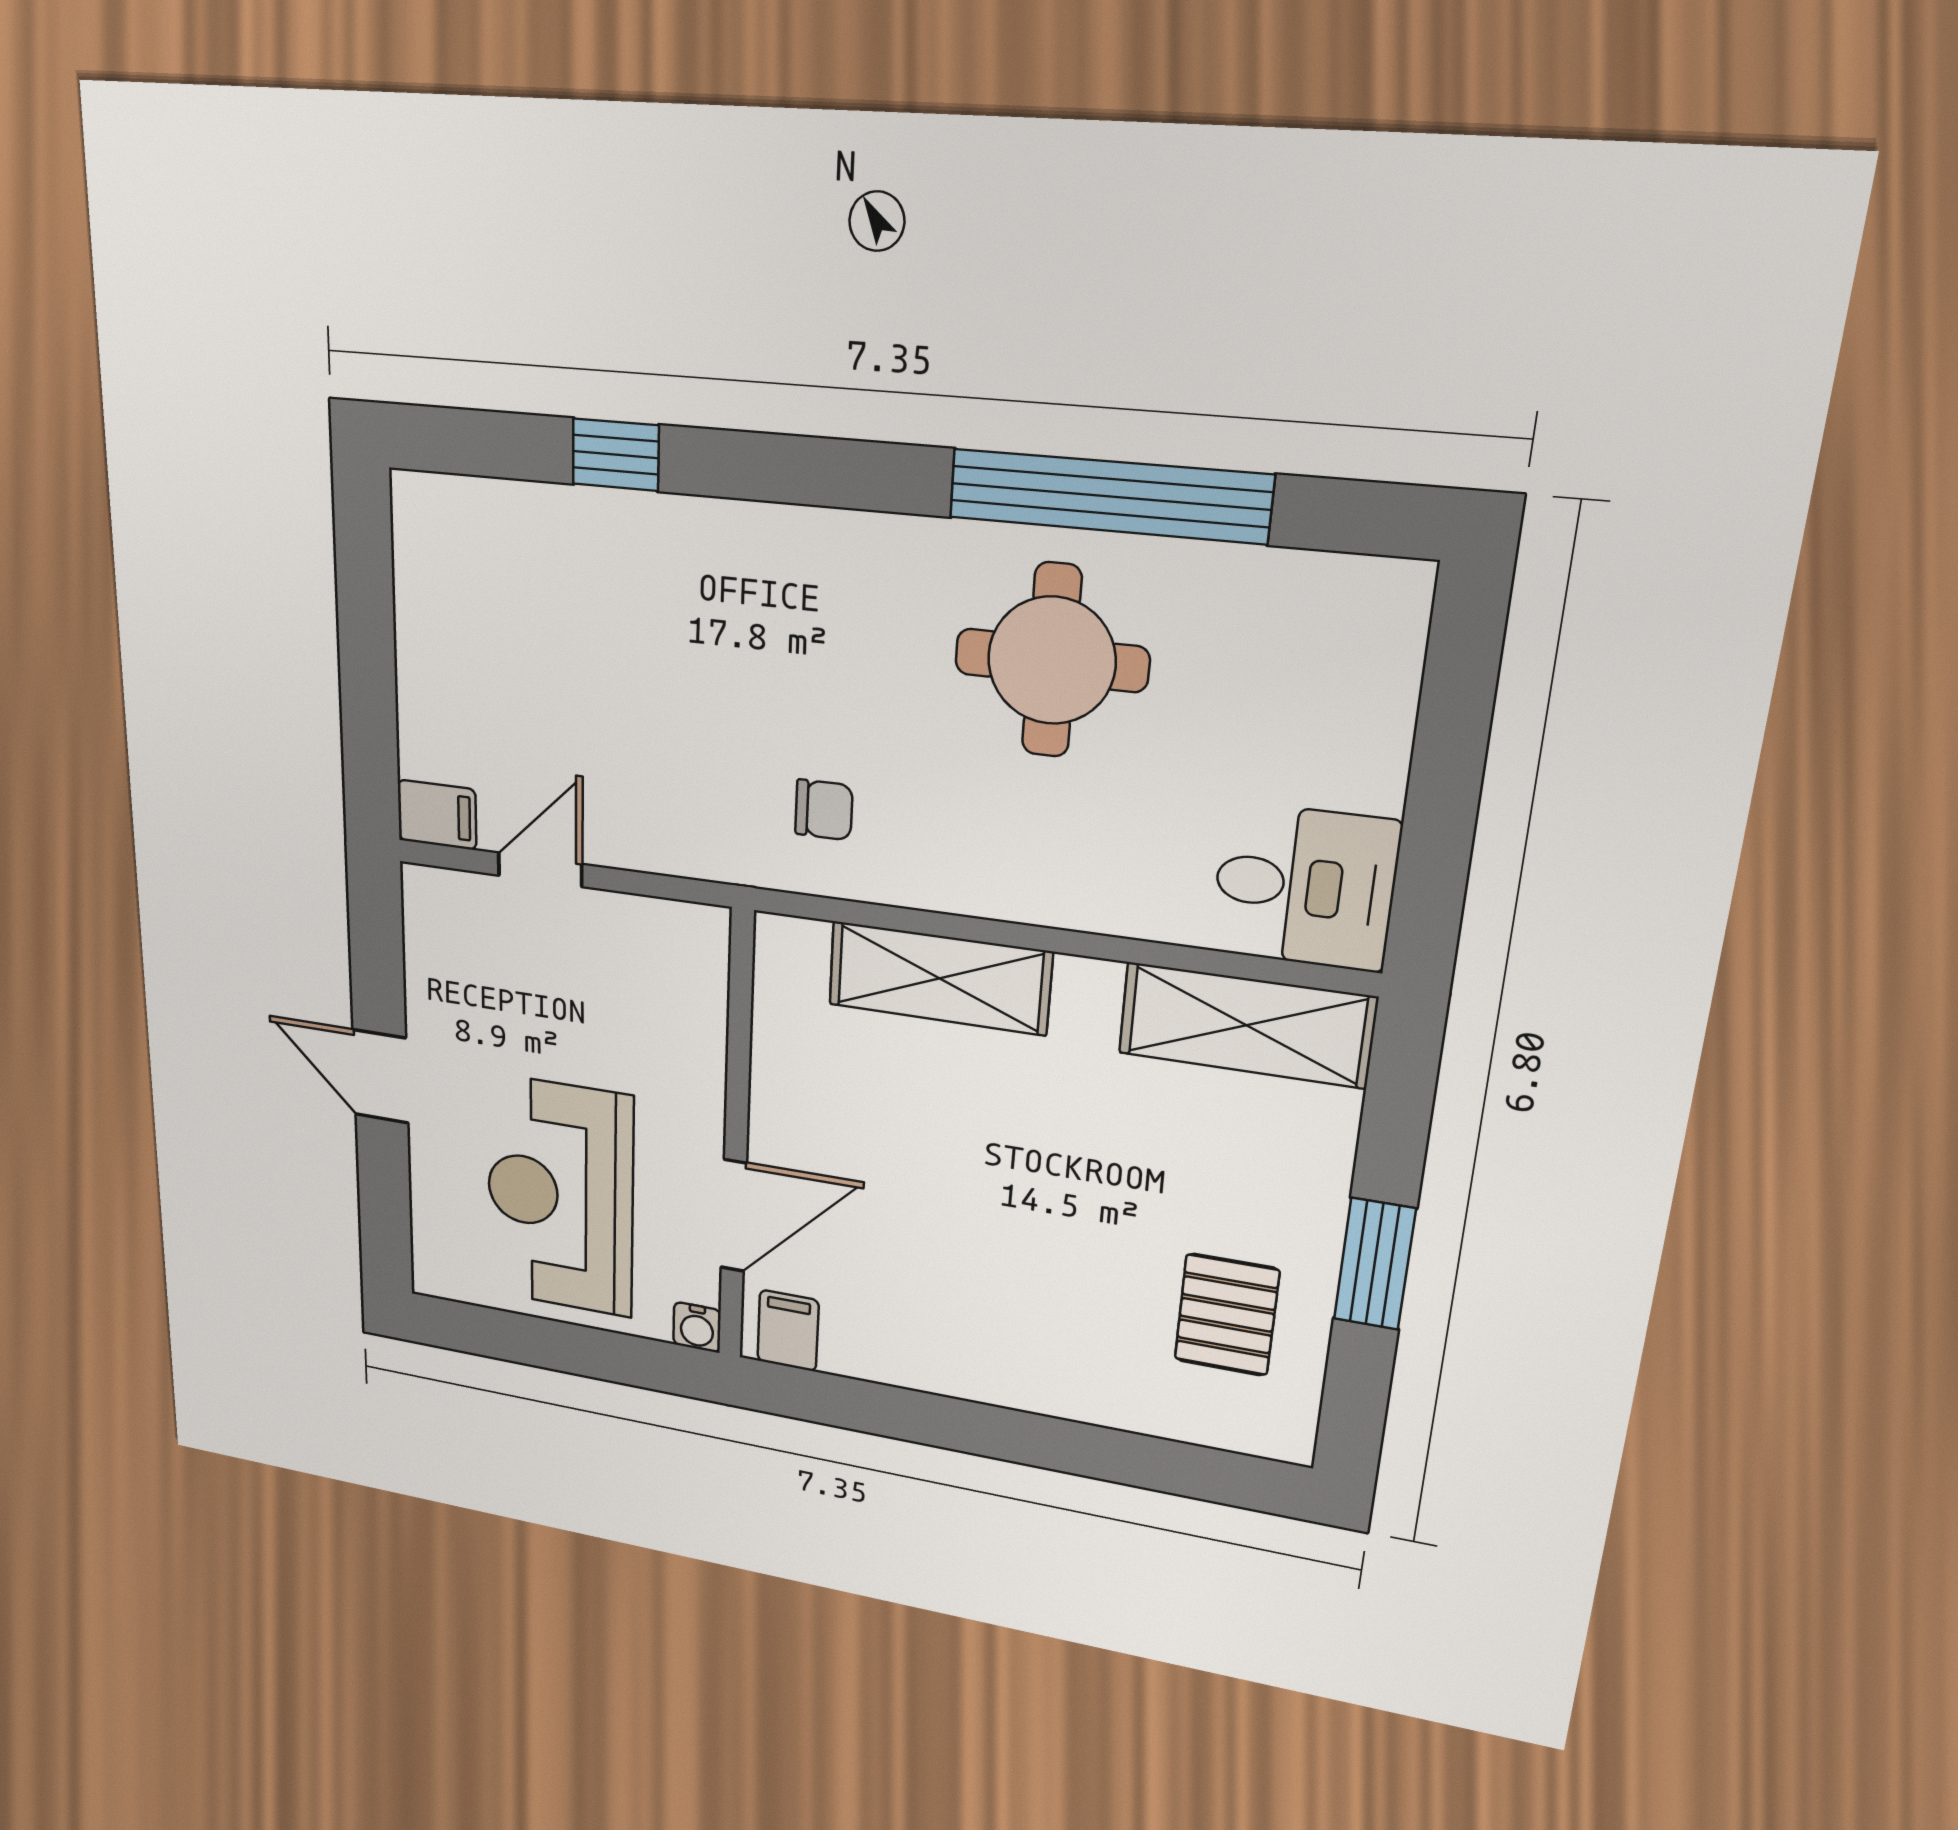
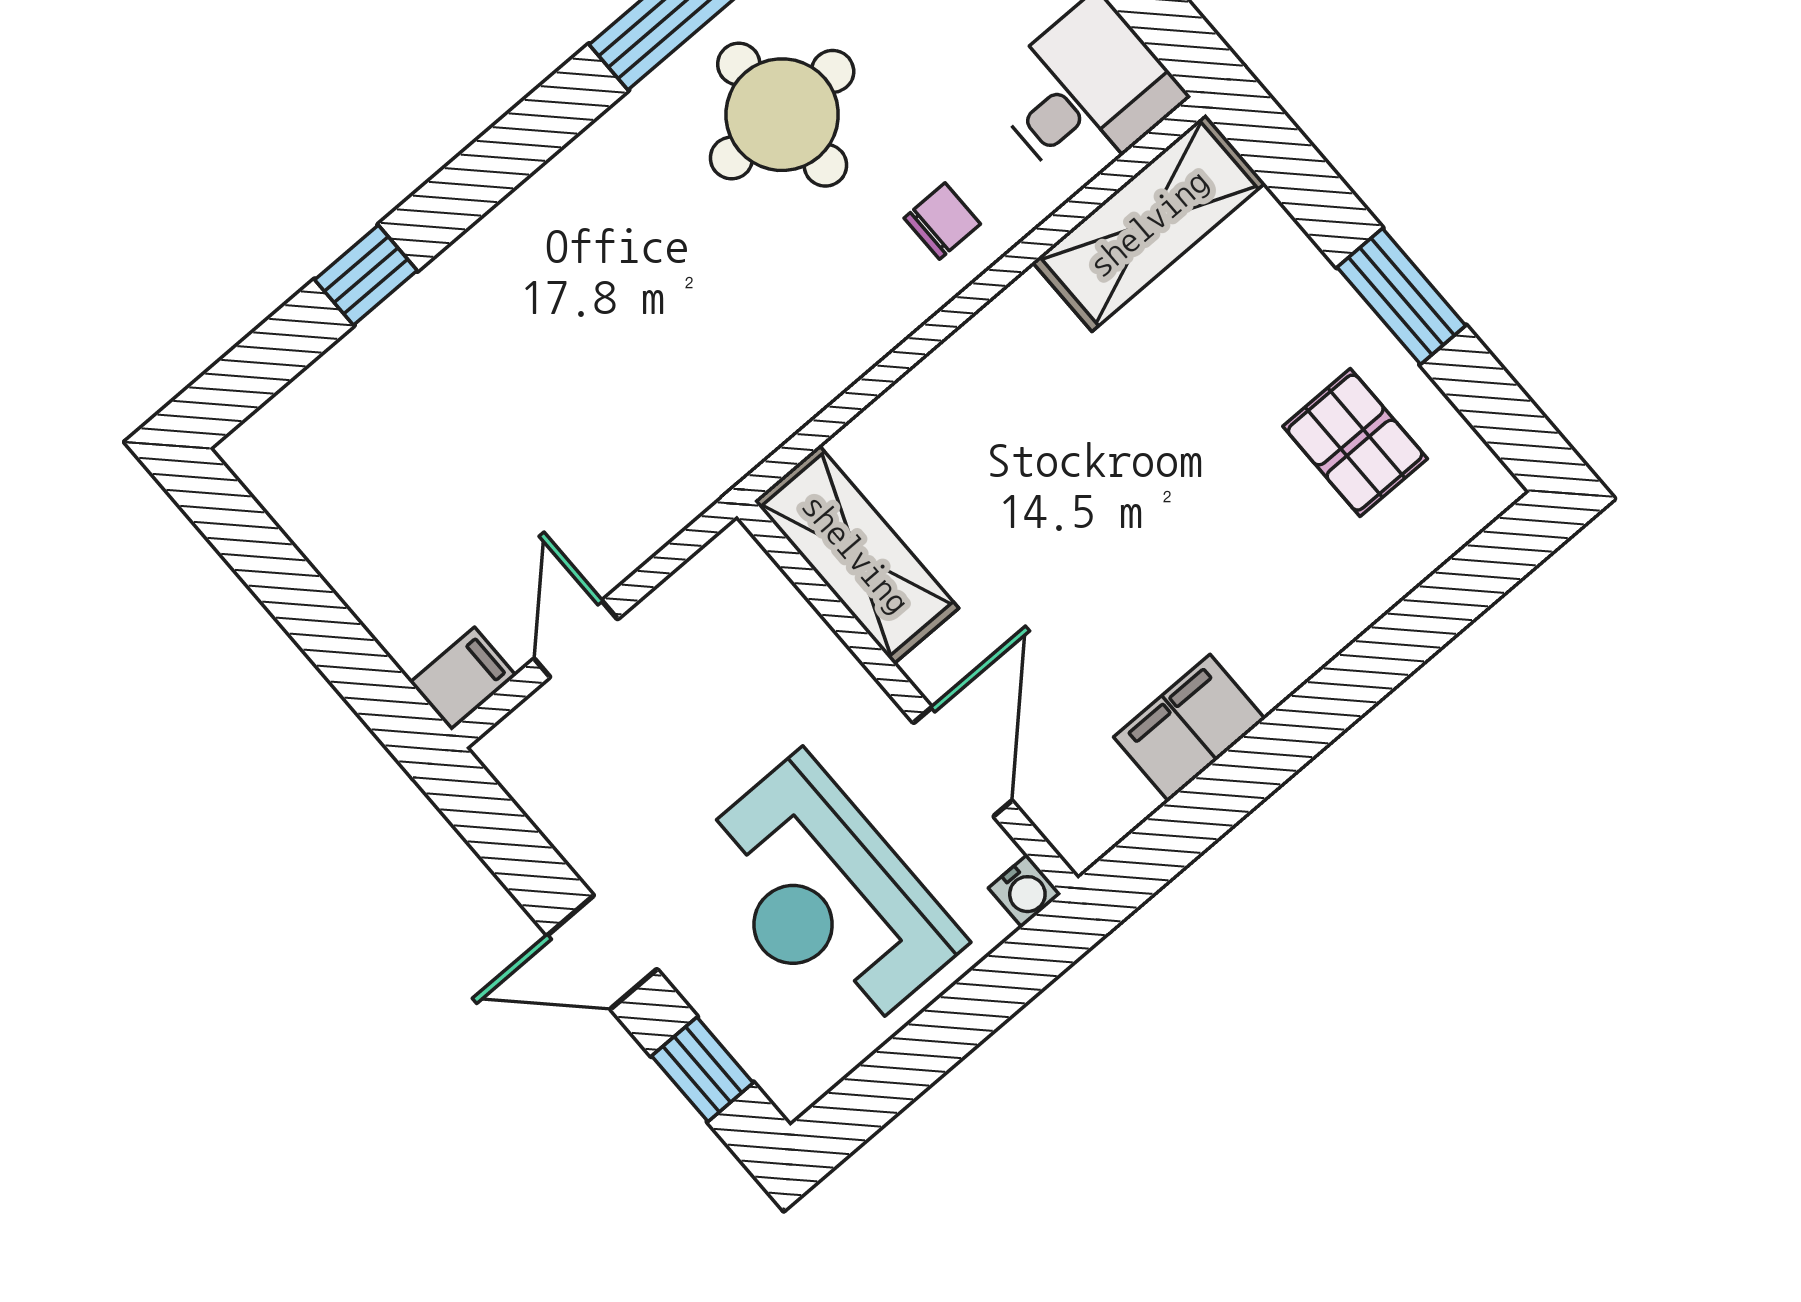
chair: (824, 810) -> (942, 221), moved
shelving: (939, 978) -> (856, 554), moved, turned 90
window: (385, 1207) -> (702, 1069), added
filing cabinet: (788, 1331) -> (1189, 728), moved, width x2.00

